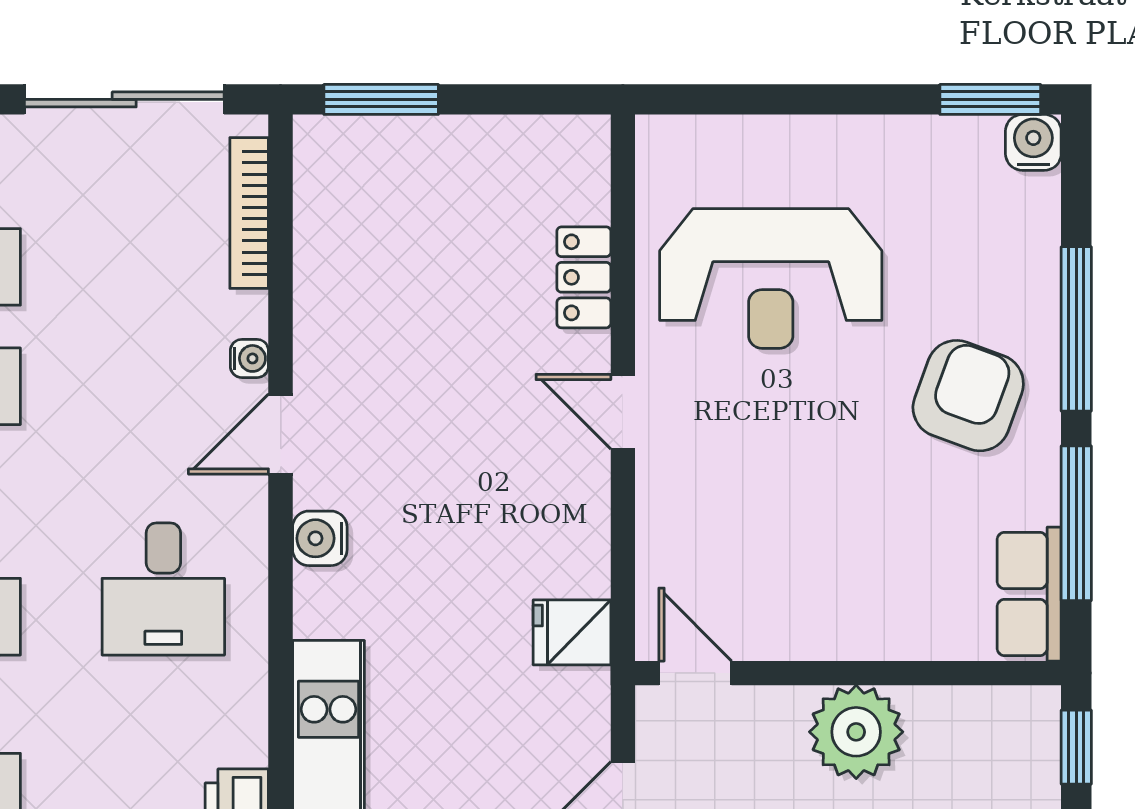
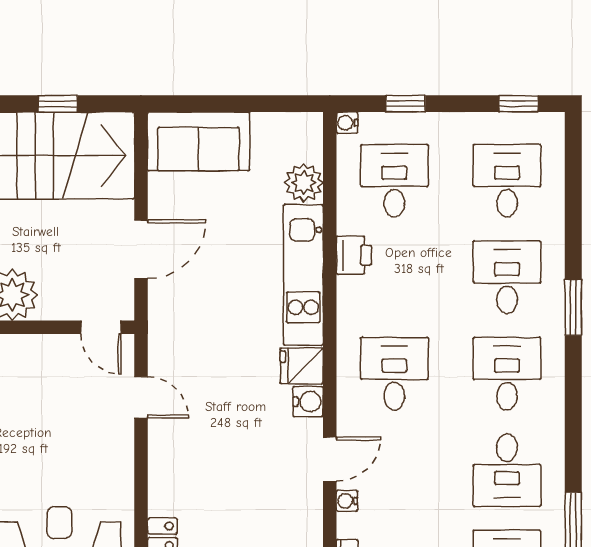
door: (623, 412) -> (141, 397), moved
fridge: (572, 632) -> (302, 366), moved, turned 180

